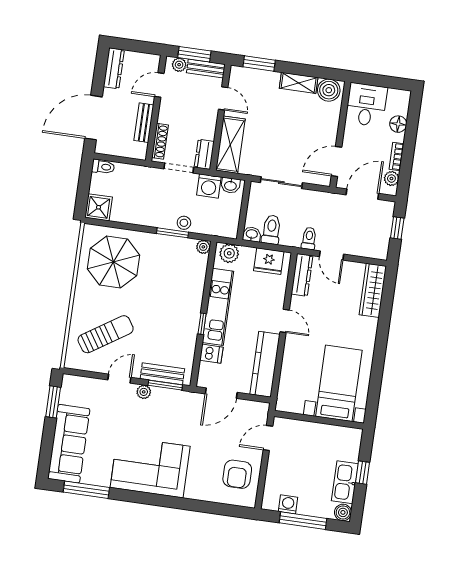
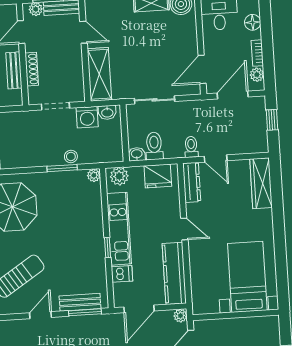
shoe rack: (160, 141) -> (32, 69), moved
dresser: (204, 154) -> (77, 88), removed
plant: (144, 392) -> (180, 316), moved

